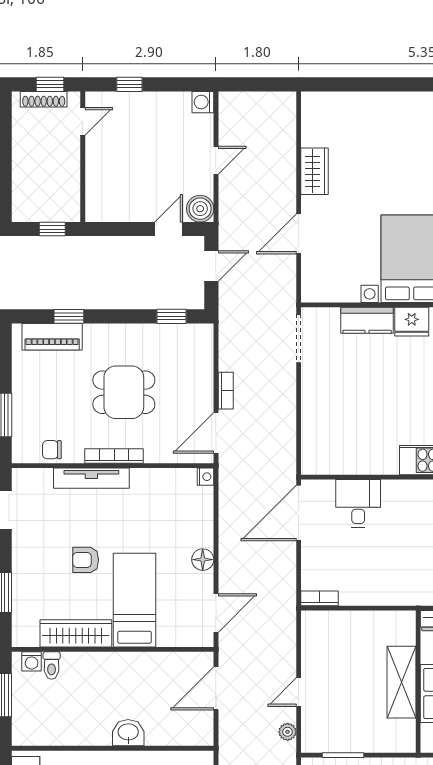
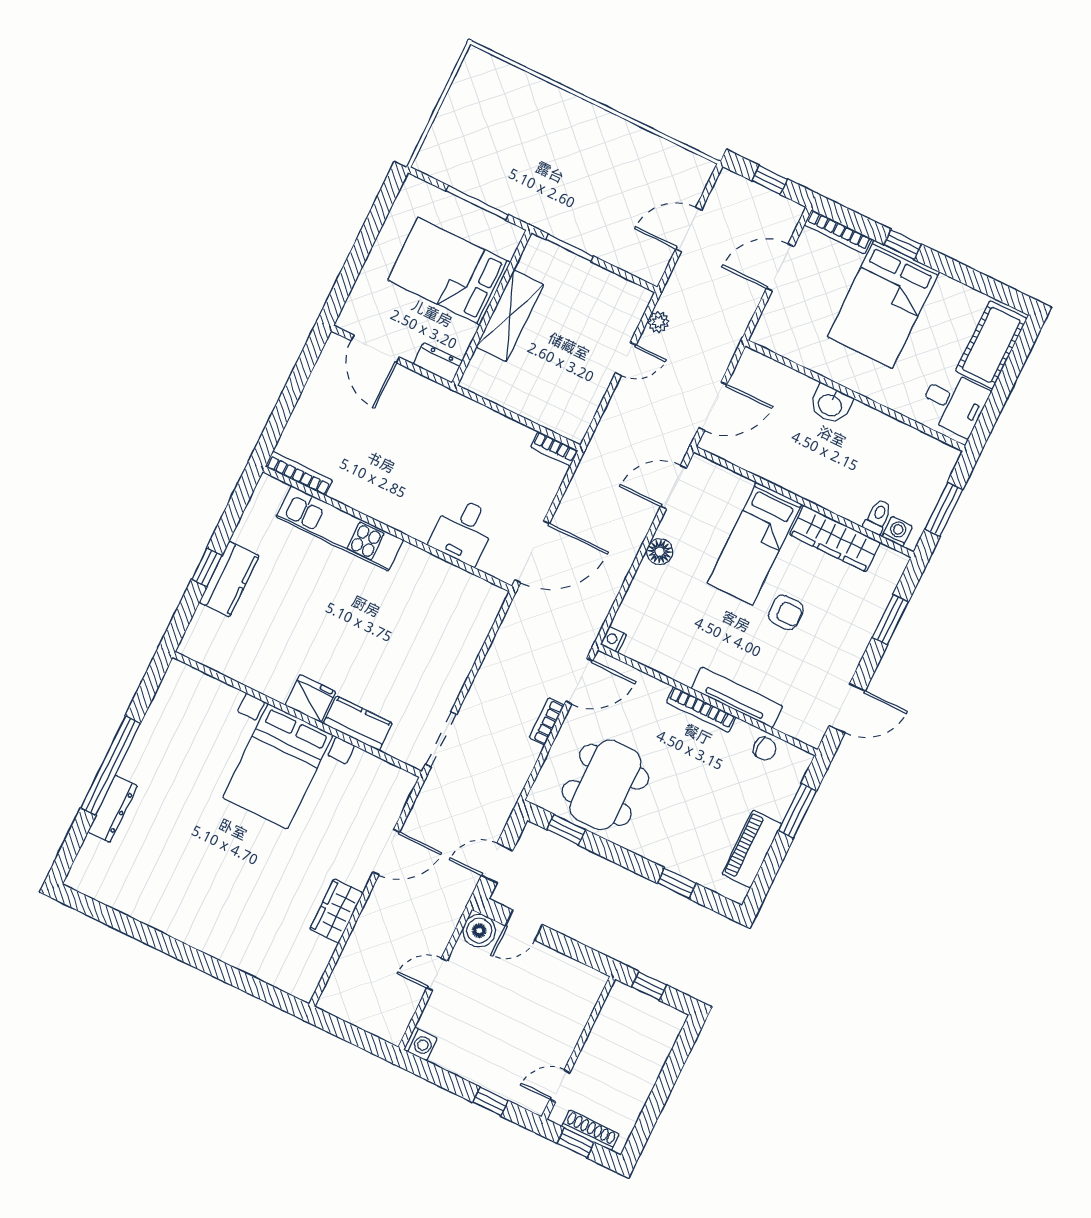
piano: (52, 337) -> (752, 849), moved, turned -90
dining table: (124, 392) -> (605, 785), moved, width x1.38
window: (343, 755) -> (570, 248), moved

